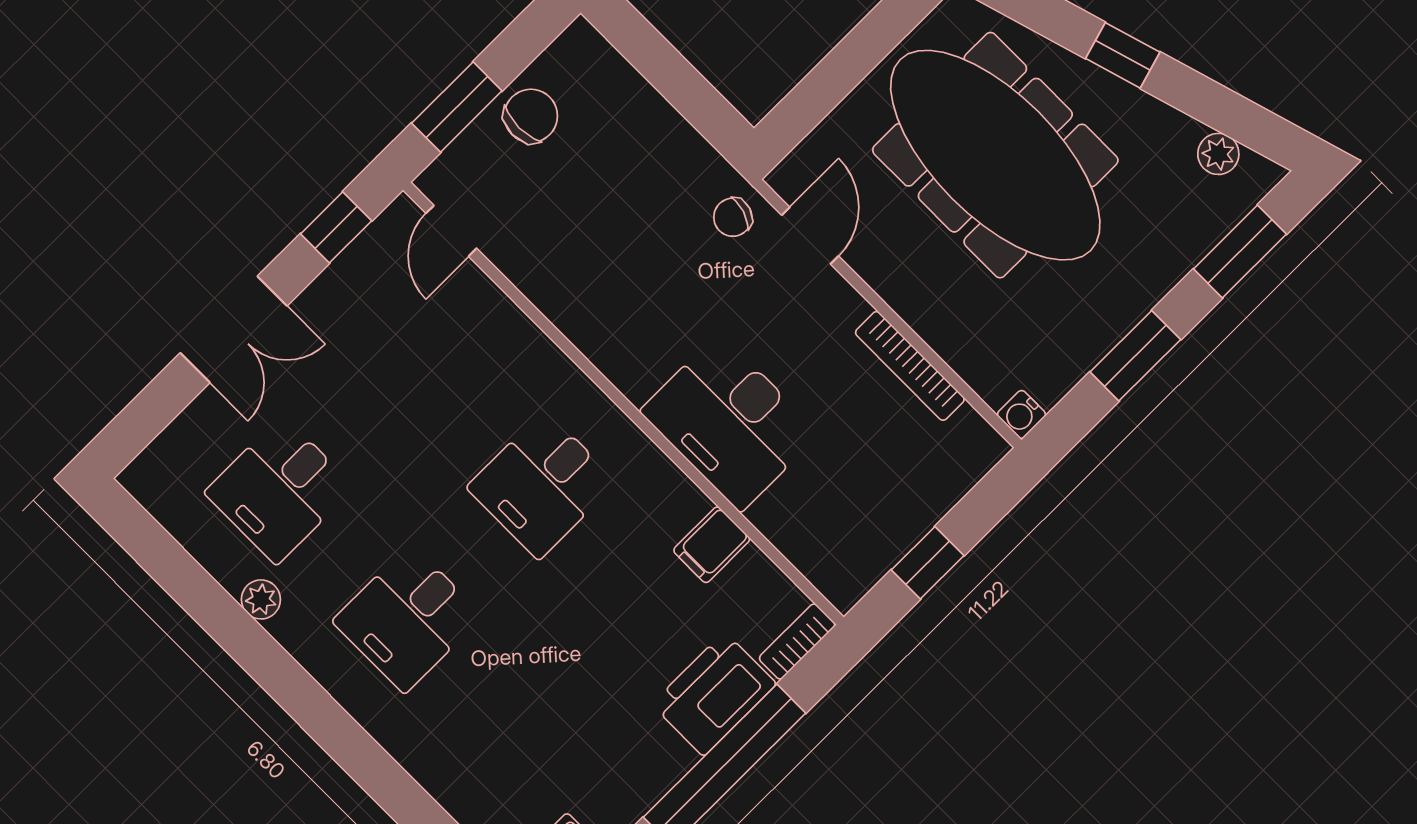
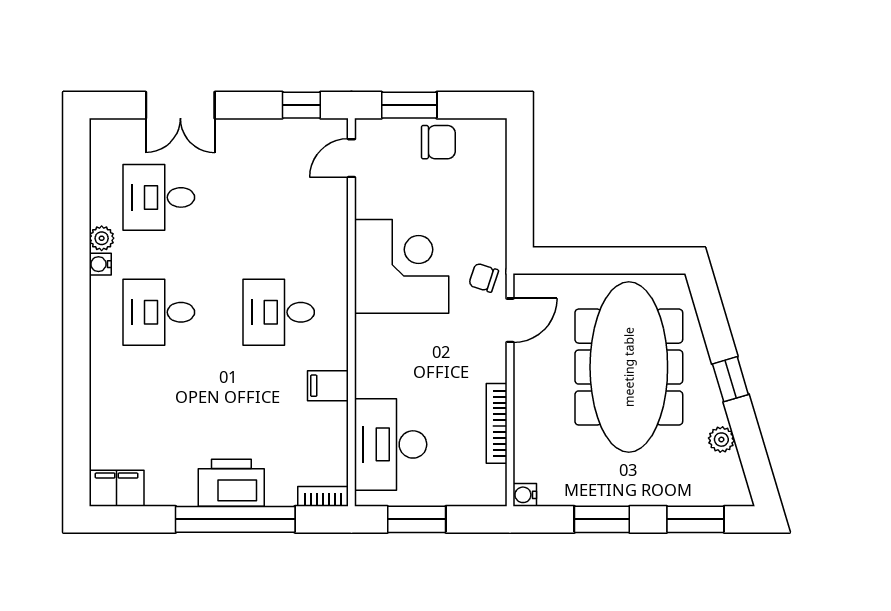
plant: (1218, 154) -> (721, 440), moved
corner desk: (629, 296) -> (402, 266), added
double door: (234, 329) -> (180, 105), moved
desk: (730, 422) -> (391, 444), moved
filing cabinet: (712, 545) -> (328, 386), moved
window: (928, 563) -> (417, 519), width x1.50
water cooler: (288, 630) -> (100, 264), added
printer: (714, 694) -> (231, 483), moved

